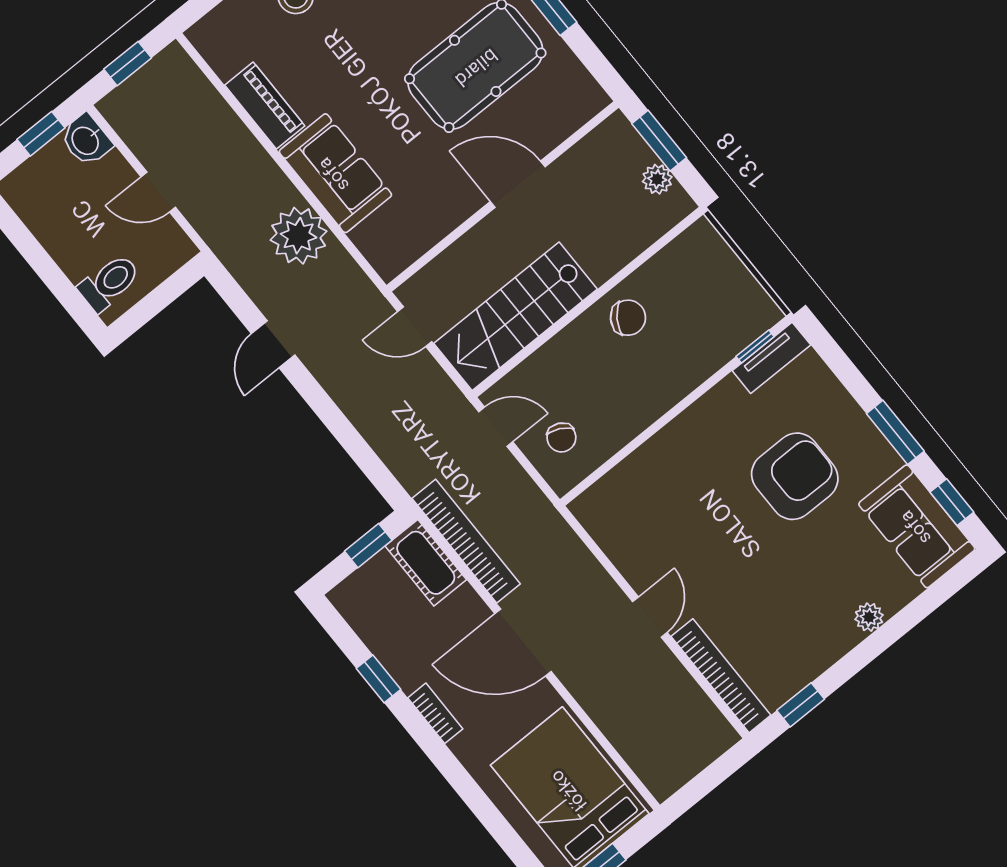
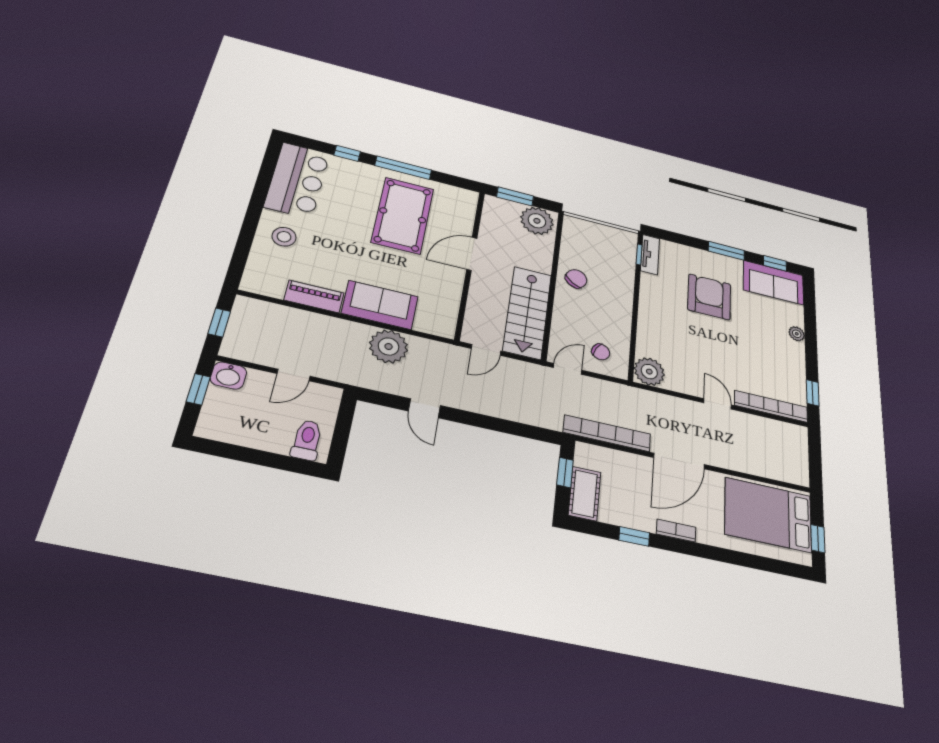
plant: (657, 179) -> (537, 221), width x1.88, depth x1.88
plant: (601, 510) -> (649, 372), added
cot: (426, 563) -> (585, 494), moved, turned 90

